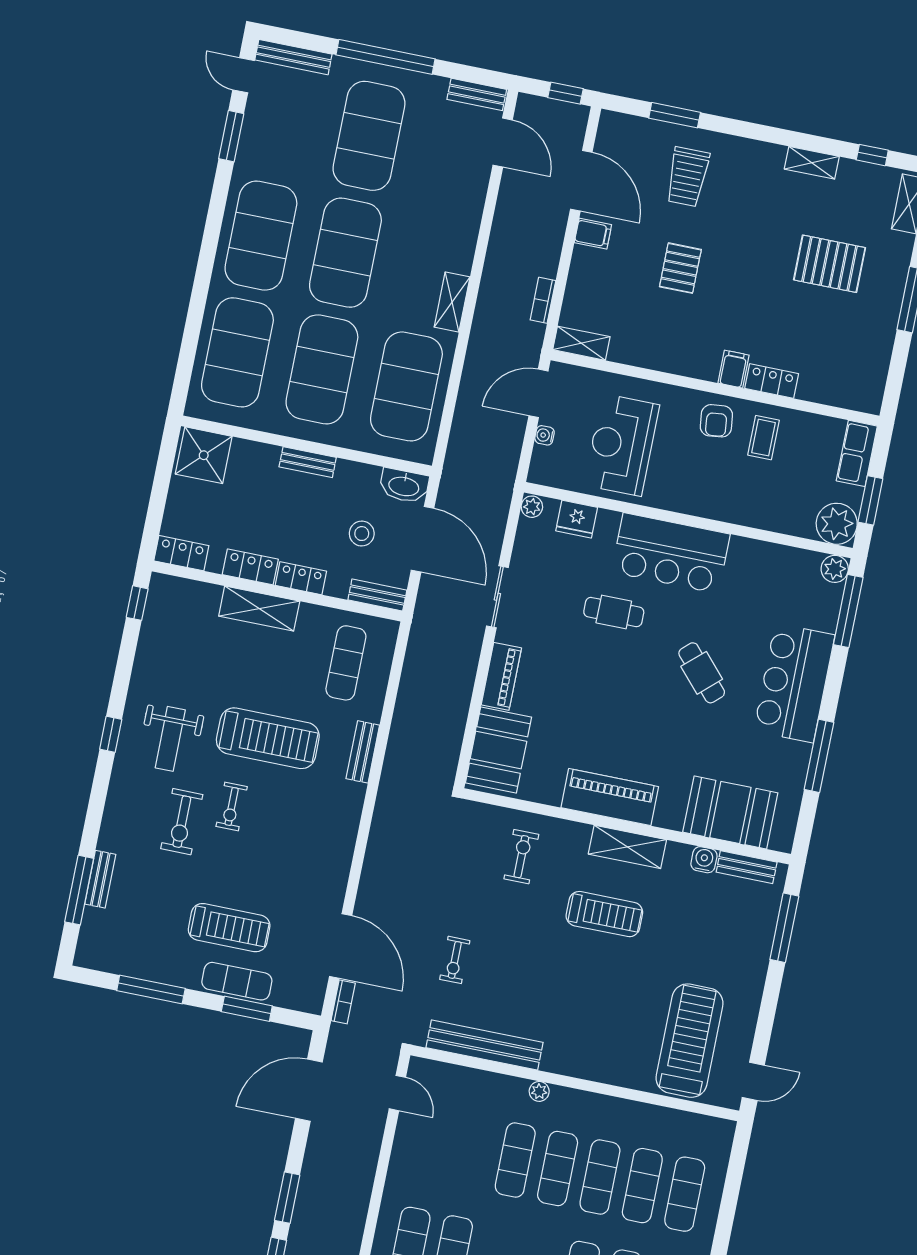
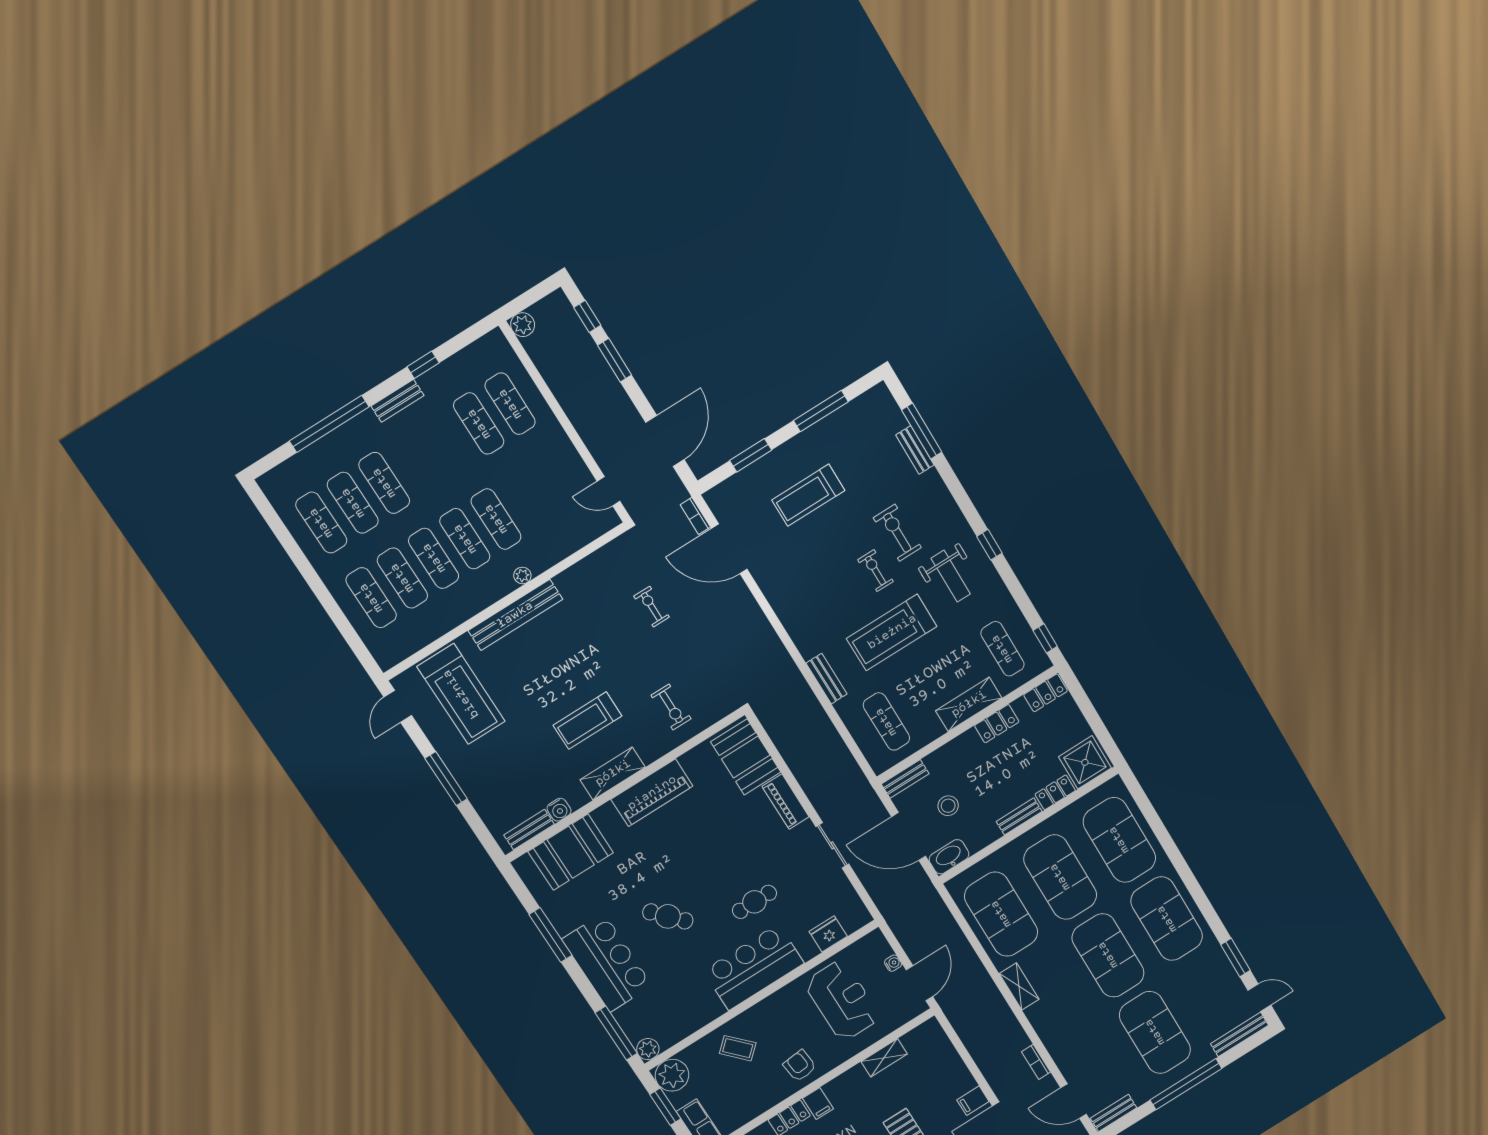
bookcase: (543, 300) -> (1036, 1062), moved, turned 180
shelving: (581, 343) -> (884, 1058), moved
coffee table: (764, 438) -> (738, 1048), moved, turned -43
plant: (532, 507) -> (862, 916), removed
locker: (301, 578) -> (1055, 792), moved, turned 180
weight bench: (170, 739) -> (951, 576), turned 180
window: (784, 928) -> (446, 779), moved
exercise mat: (237, 981) -> (1002, 649), moved, turned 90
bench: (485, 1045) -> (515, 615), moved

